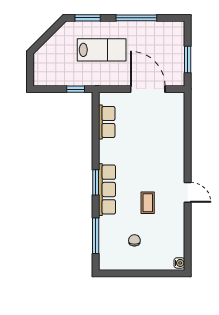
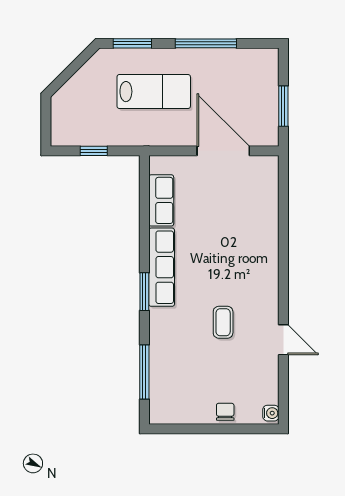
window: (76, 89) -> (94, 151), moved
row of seats: (107, 190) -> (162, 267), moved
door: (188, 192) -> (283, 340), moved
chair: (134, 240) -> (225, 412), moved

